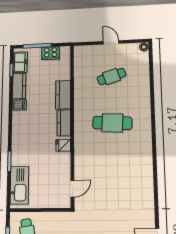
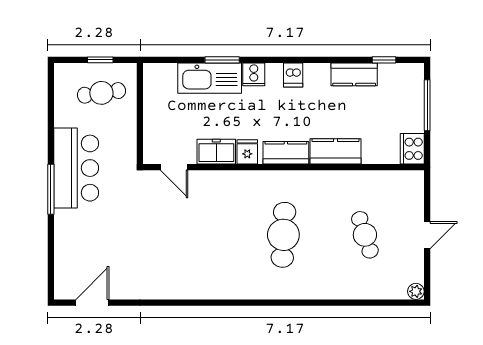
cooker: (51, 53) -> (412, 149), moved
freezer: (20, 62) -> (216, 152), moved, turned 180
dishwasher: (19, 105) -> (293, 75), moved
cooker: (18, 143) -> (254, 74), added
kitchen sink: (19, 185) -> (210, 78), moved

